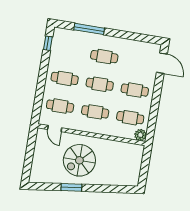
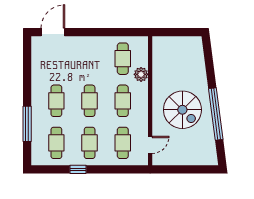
window: (48, 43) -> (78, 169), moved
cafe table: (135, 90) -> (56, 143), moved
plant: (140, 135) -> (141, 74), moved
window: (71, 187) -> (216, 114), width x2.11

